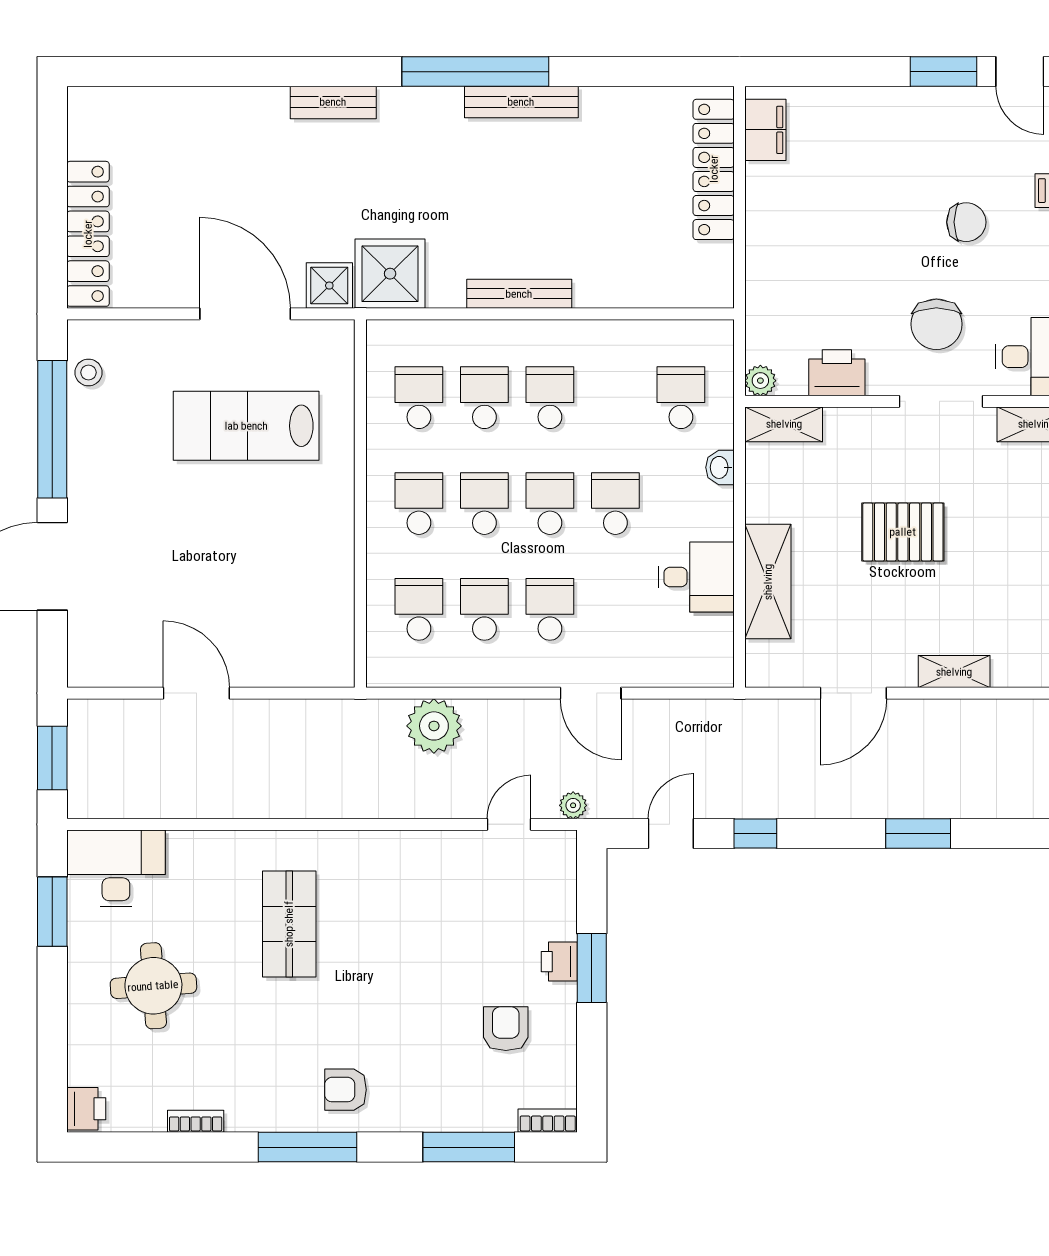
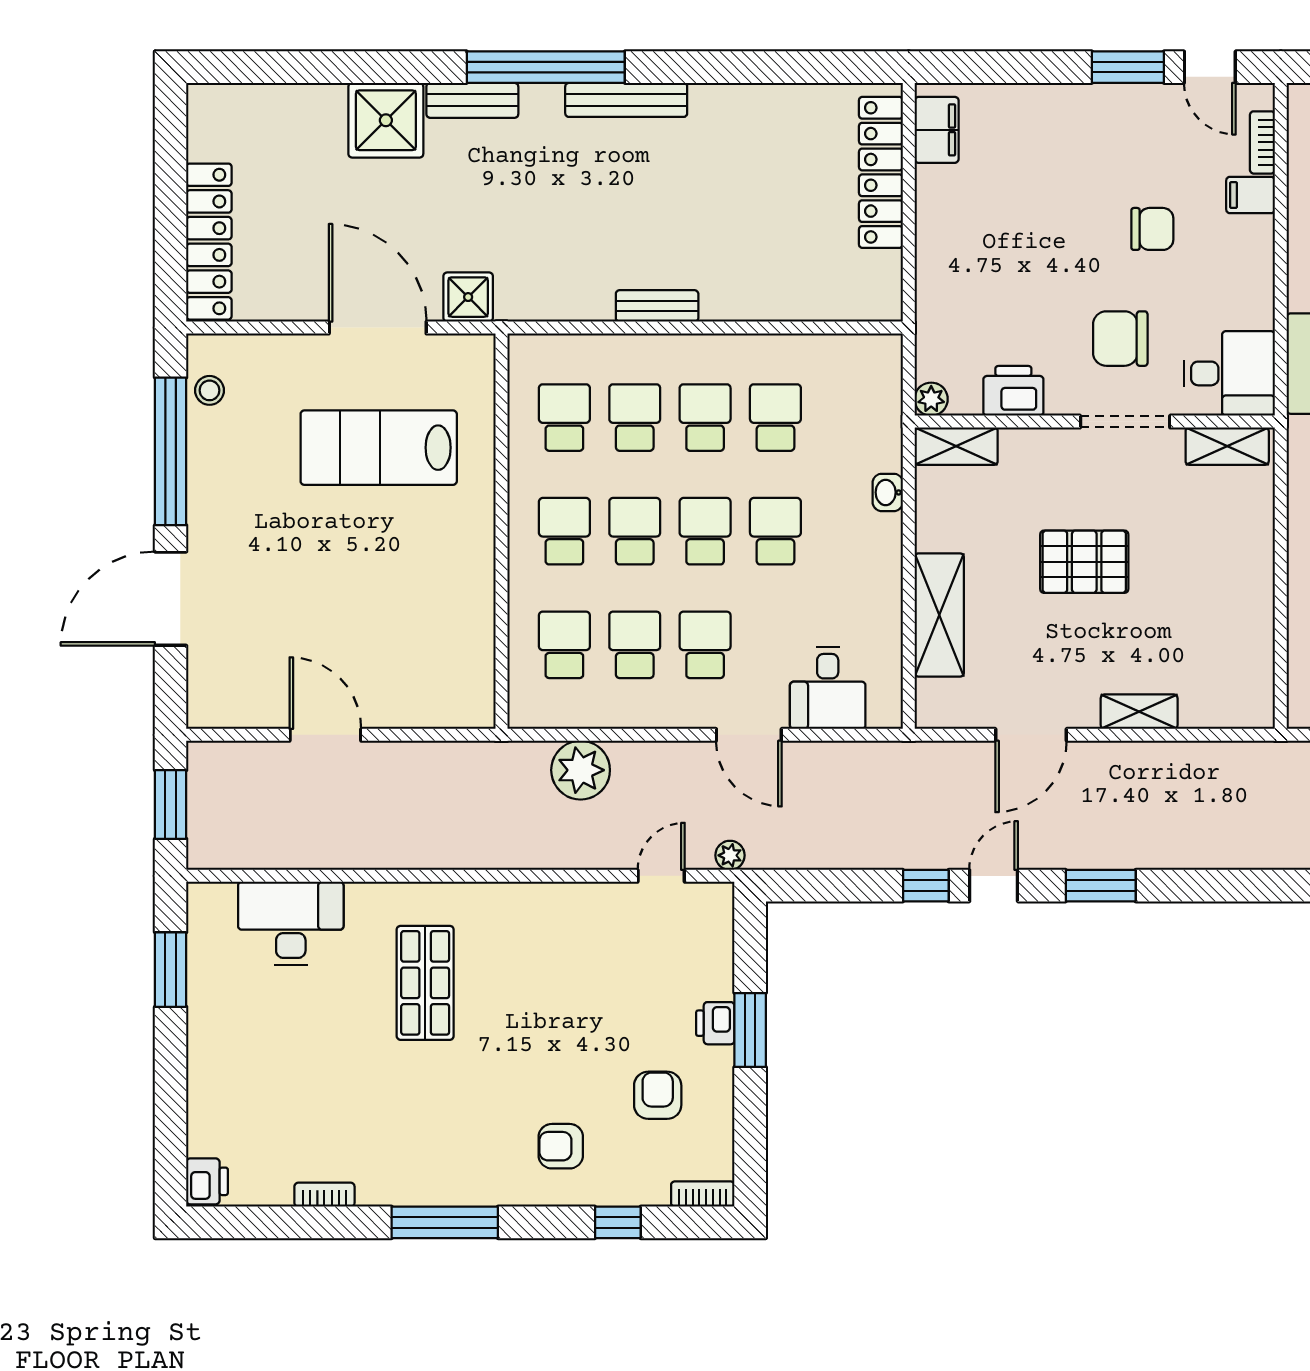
window: (475, 72) -> (546, 67), moved
bench: (521, 102) -> (626, 100), moved
shower: (390, 274) -> (386, 120), moved
bench: (519, 294) -> (657, 306), width x0.73
chair: (936, 324) -> (1120, 339), turned 90
school desk: (681, 398) -> (775, 418), moved
desk: (696, 577) -> (828, 688), moved, turned 90
door: (671, 833) -> (994, 886), moved
desk: (116, 868) -> (291, 923), moved
round table: (153, 986) -> (279, 1049), removed
armchair: (346, 1090) -> (561, 1146), moved
window: (469, 1147) -> (618, 1222), width x0.46

